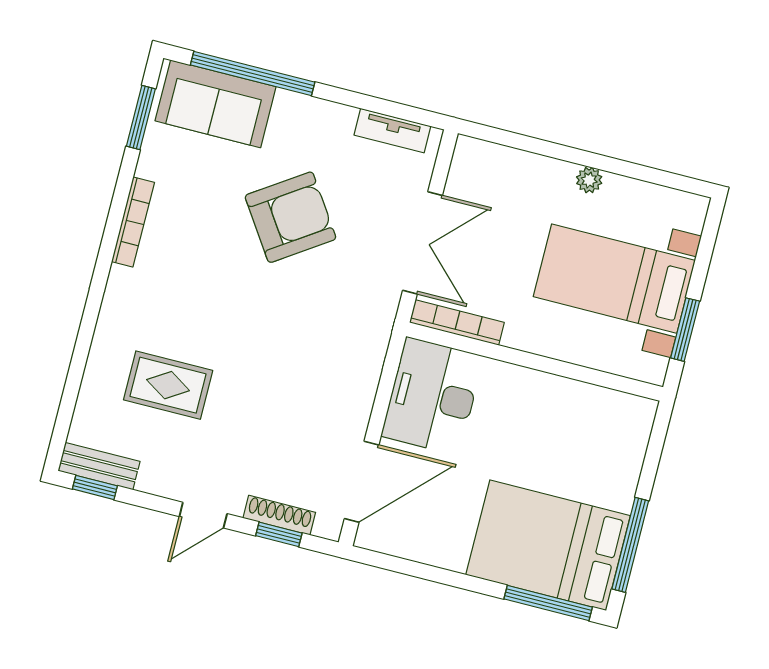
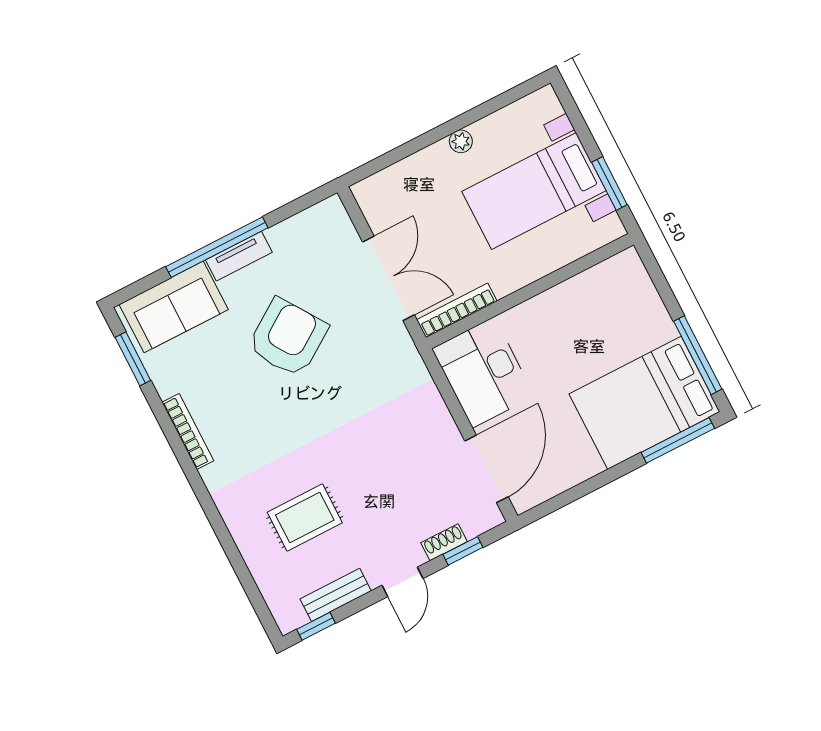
window: (253, 74) -> (217, 247), moved
tv unit: (392, 131) -> (239, 256), moved
bench: (99, 466) -> (336, 595), moved
shoe rack: (279, 515) -> (444, 542), width x0.70

